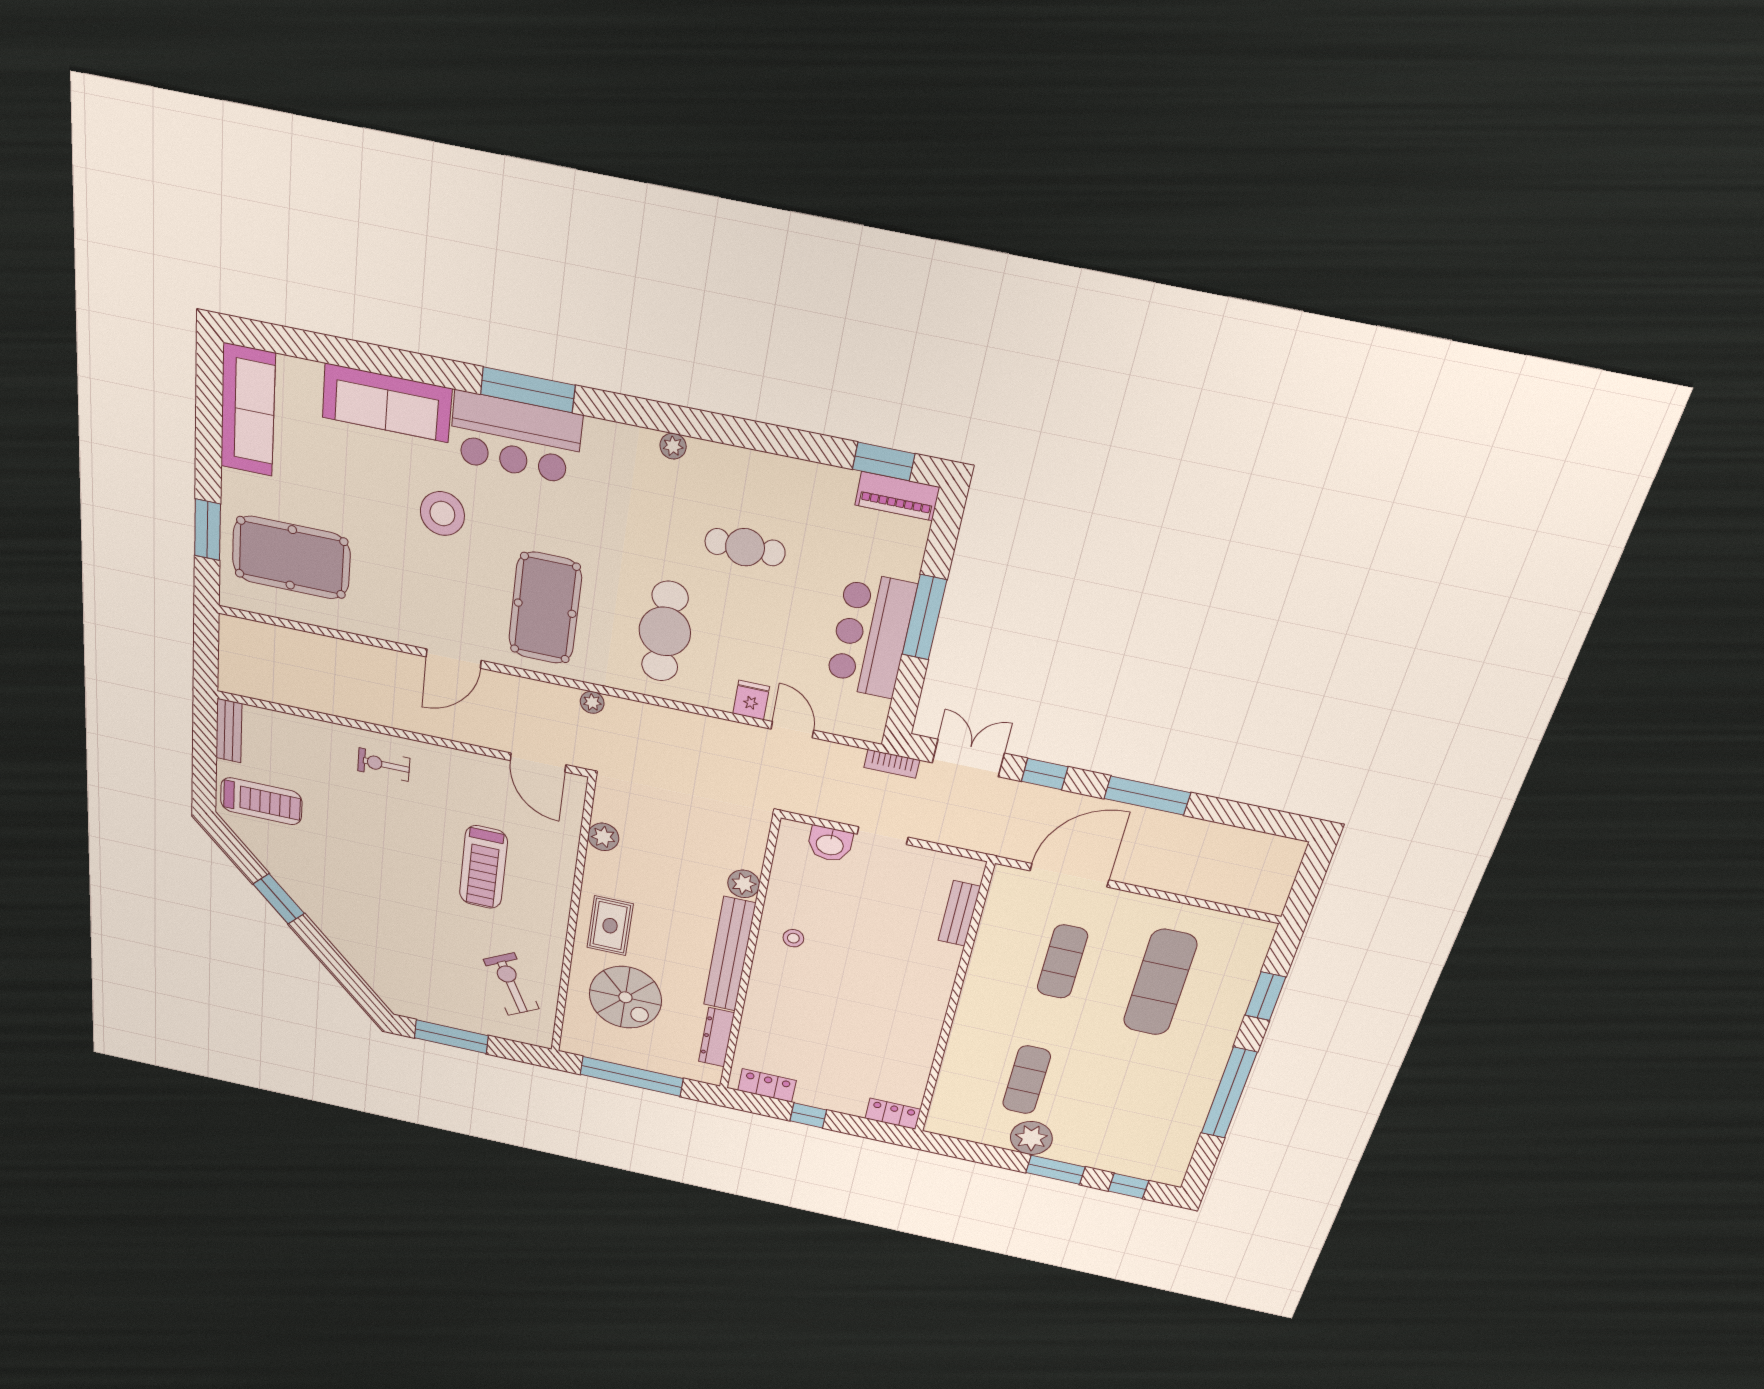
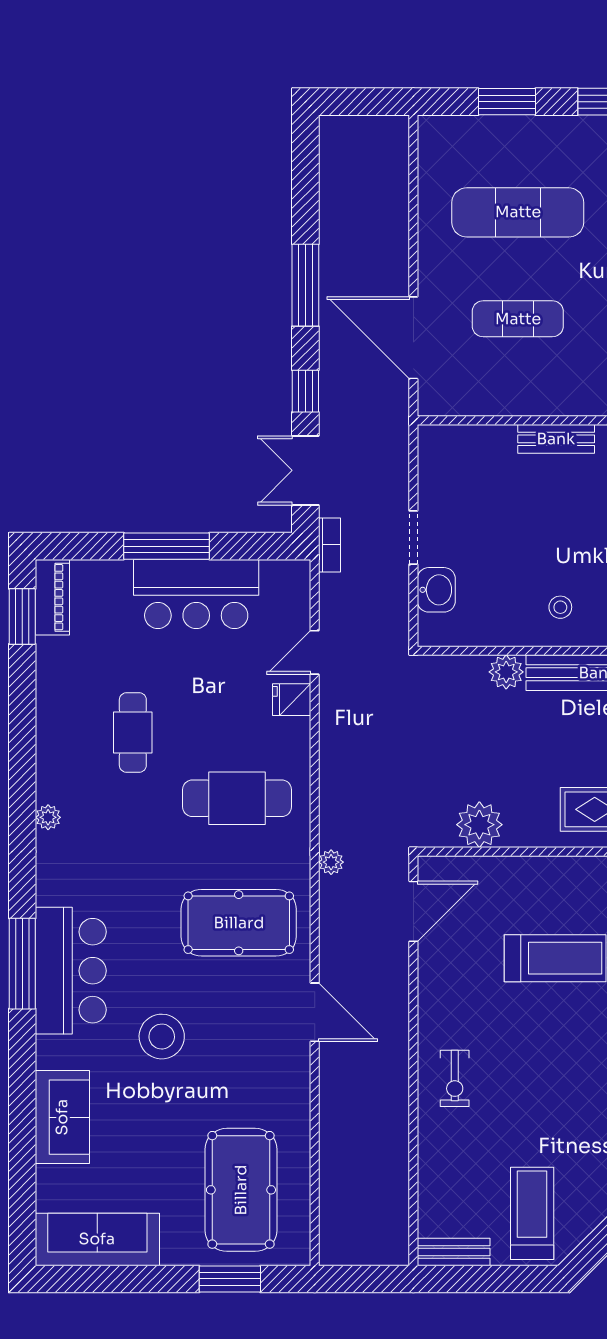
sofa: (387, 403) -> (62, 1117), width x0.73
plant: (603, 837) -> (479, 825), width x1.36, depth x1.36
bench: (959, 913) -> (556, 439), moved

